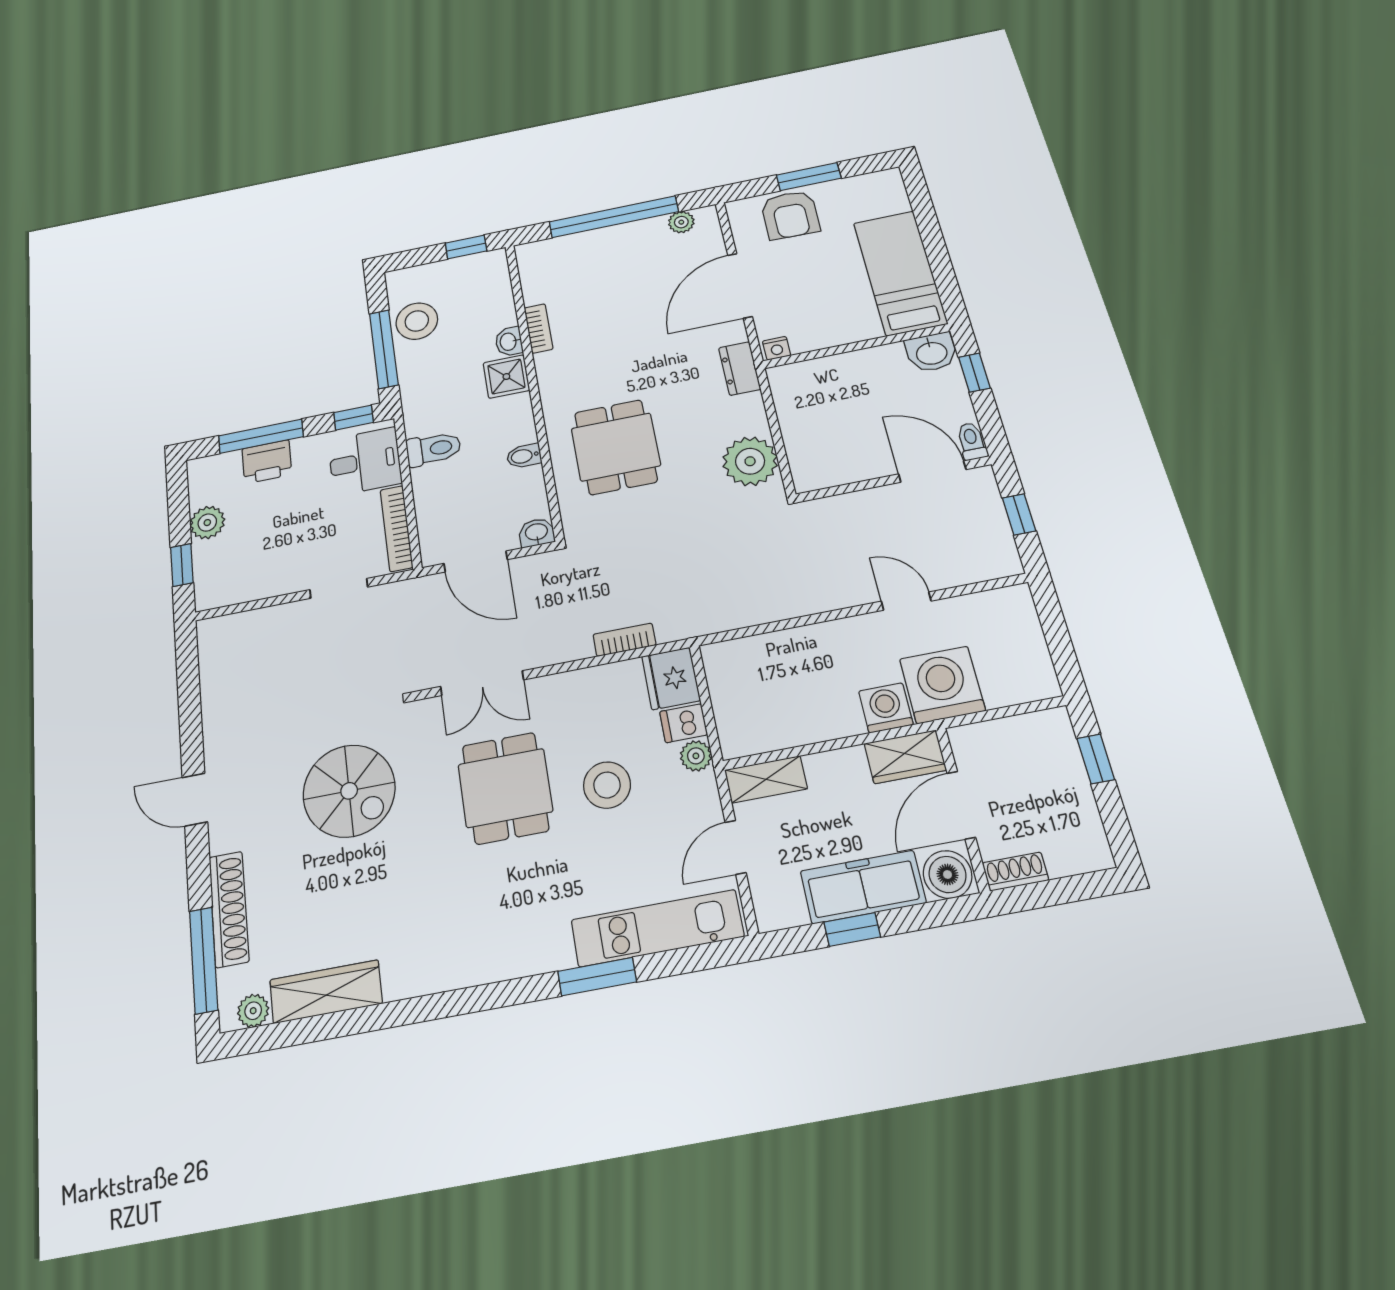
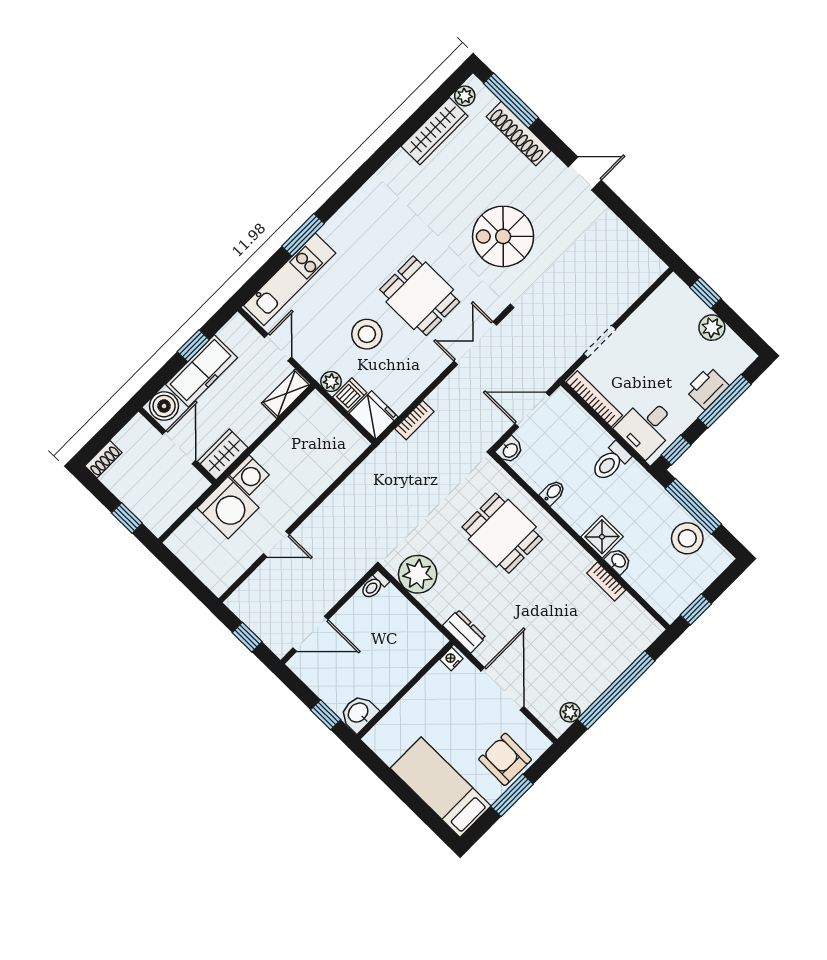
bed: (900, 273) -> (441, 787), moved, turned 180
toilet: (972, 441) -> (374, 585), moved, turned 90
shoe rack: (1015, 872) -> (103, 459), moved

